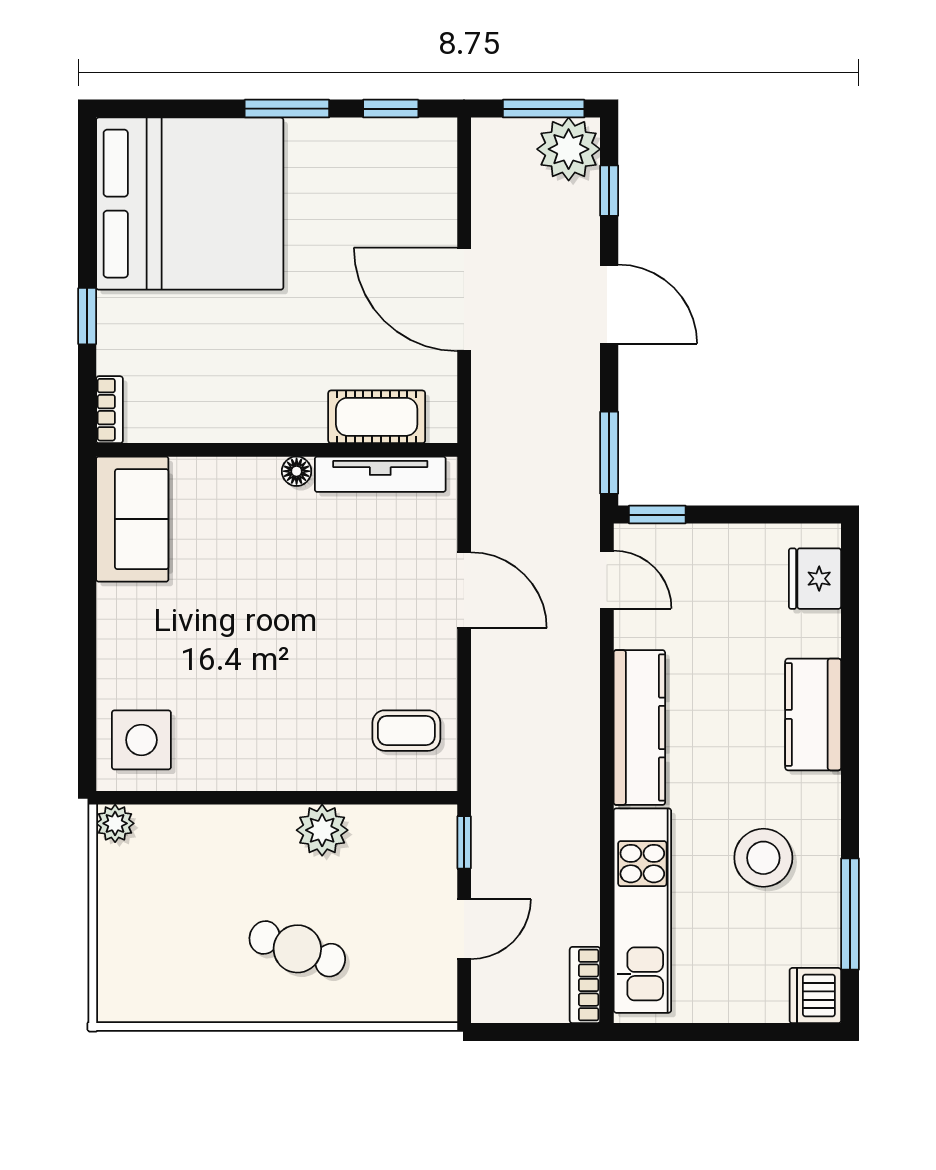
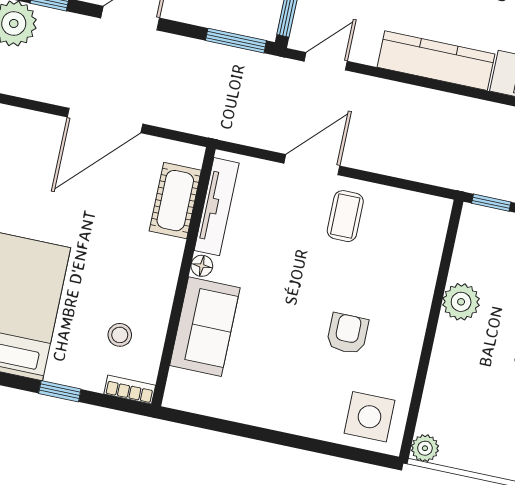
stool: (180, 381) -> (120, 335), added
sofa: (132, 519) -> (205, 327), moved, turned 90
armchair: (247, 686) -> (347, 334), added
coffee table: (406, 731) -> (345, 216), moved

